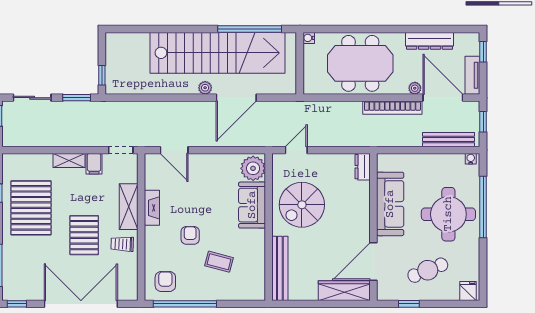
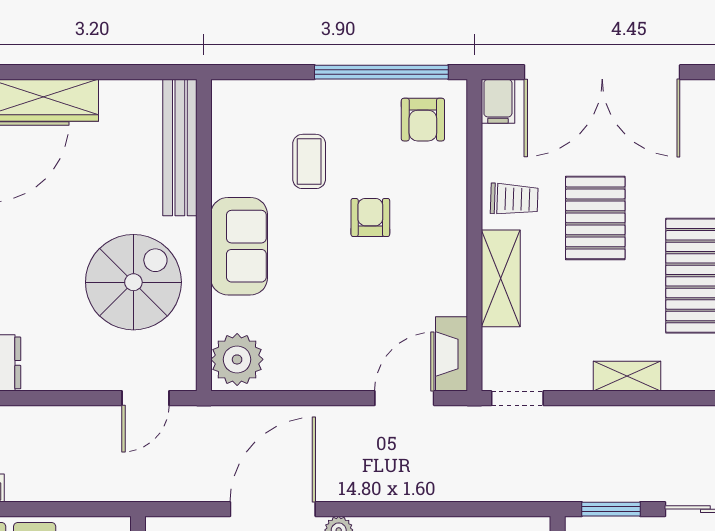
door: (174, 150) -> (404, 398), hinge flipped
filing cabinet: (94, 164) -> (498, 101), moved, turned 180
sofa: (252, 205) -> (239, 246), moved
fireplace: (152, 208) -> (452, 354), moved
armchair: (190, 235) -> (370, 217), turned 180
coffee table: (219, 262) -> (309, 161), turned 75

